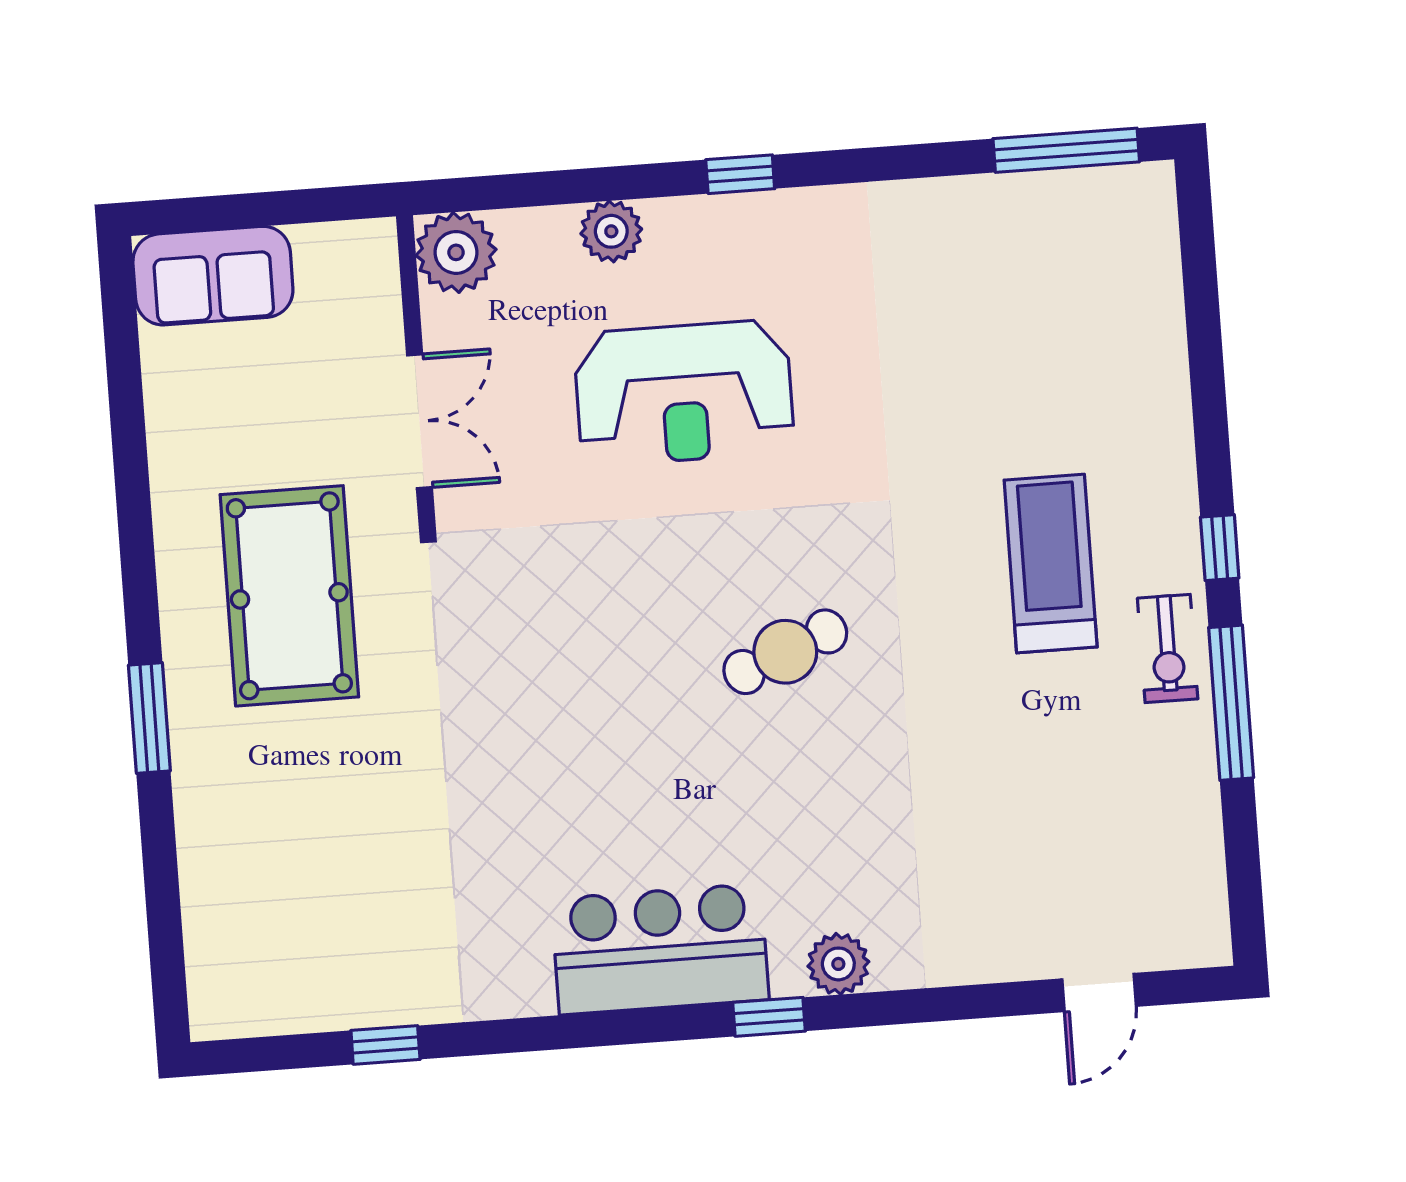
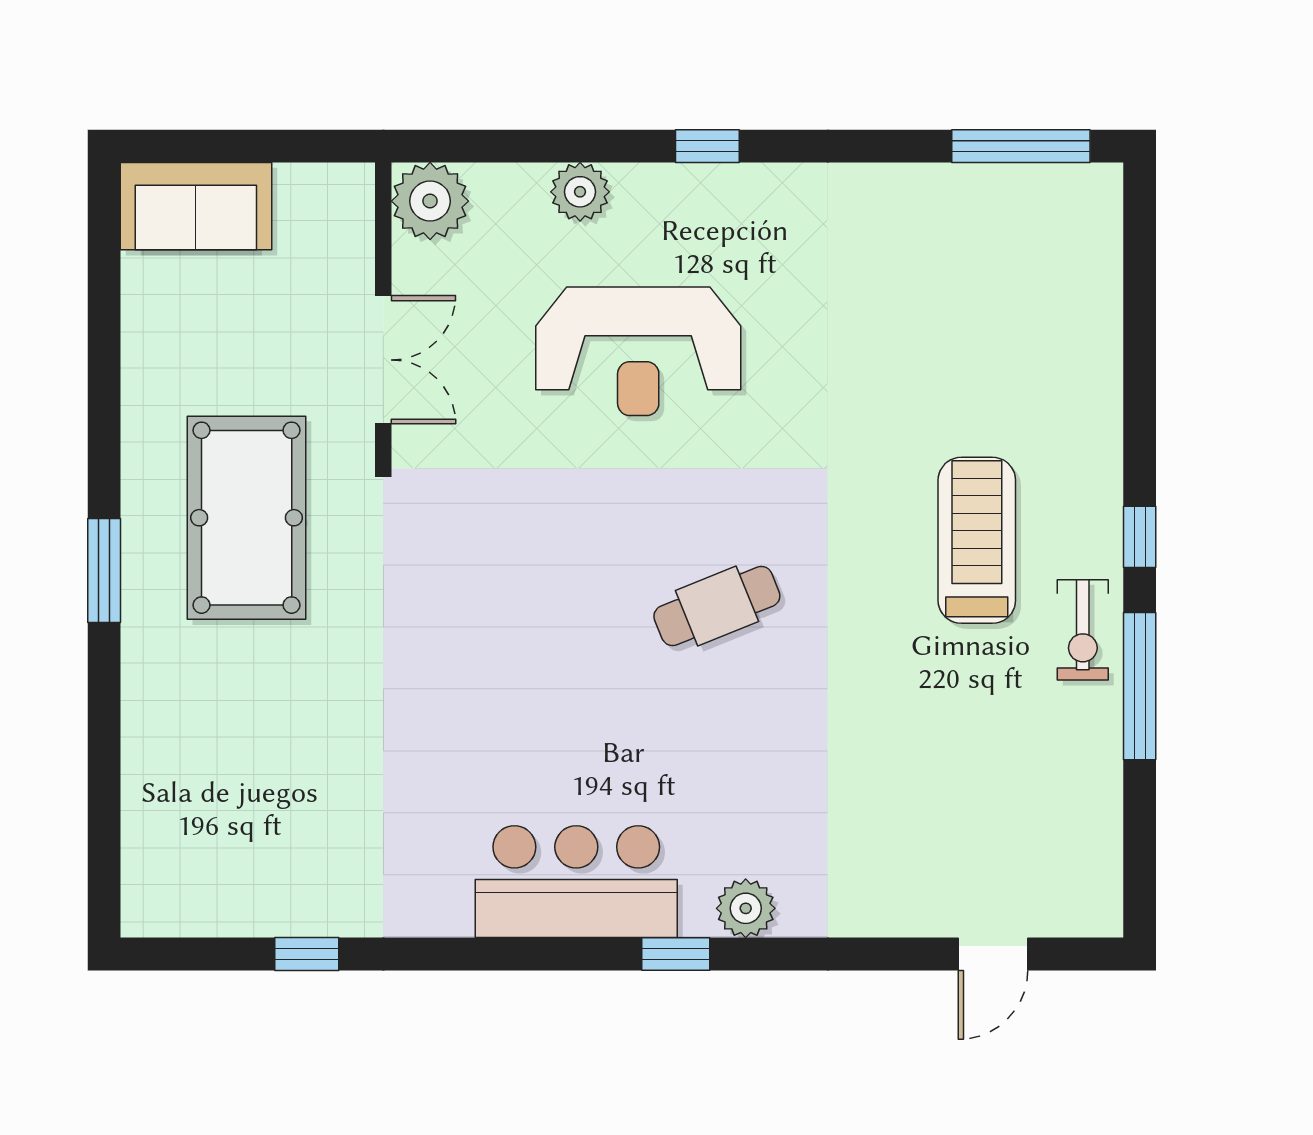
window: (149, 718) -> (104, 571), moved

